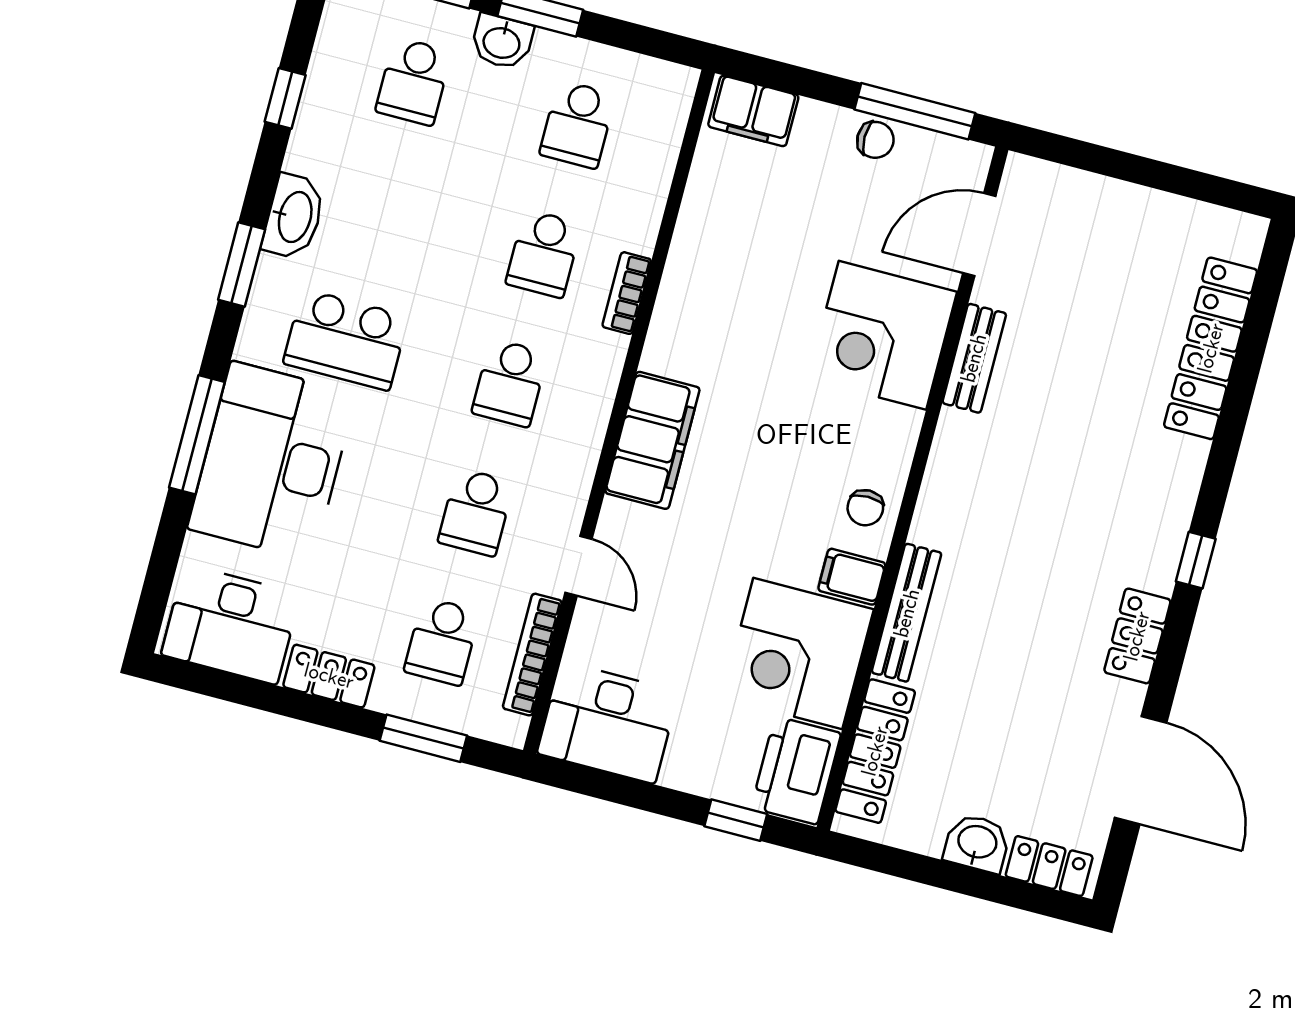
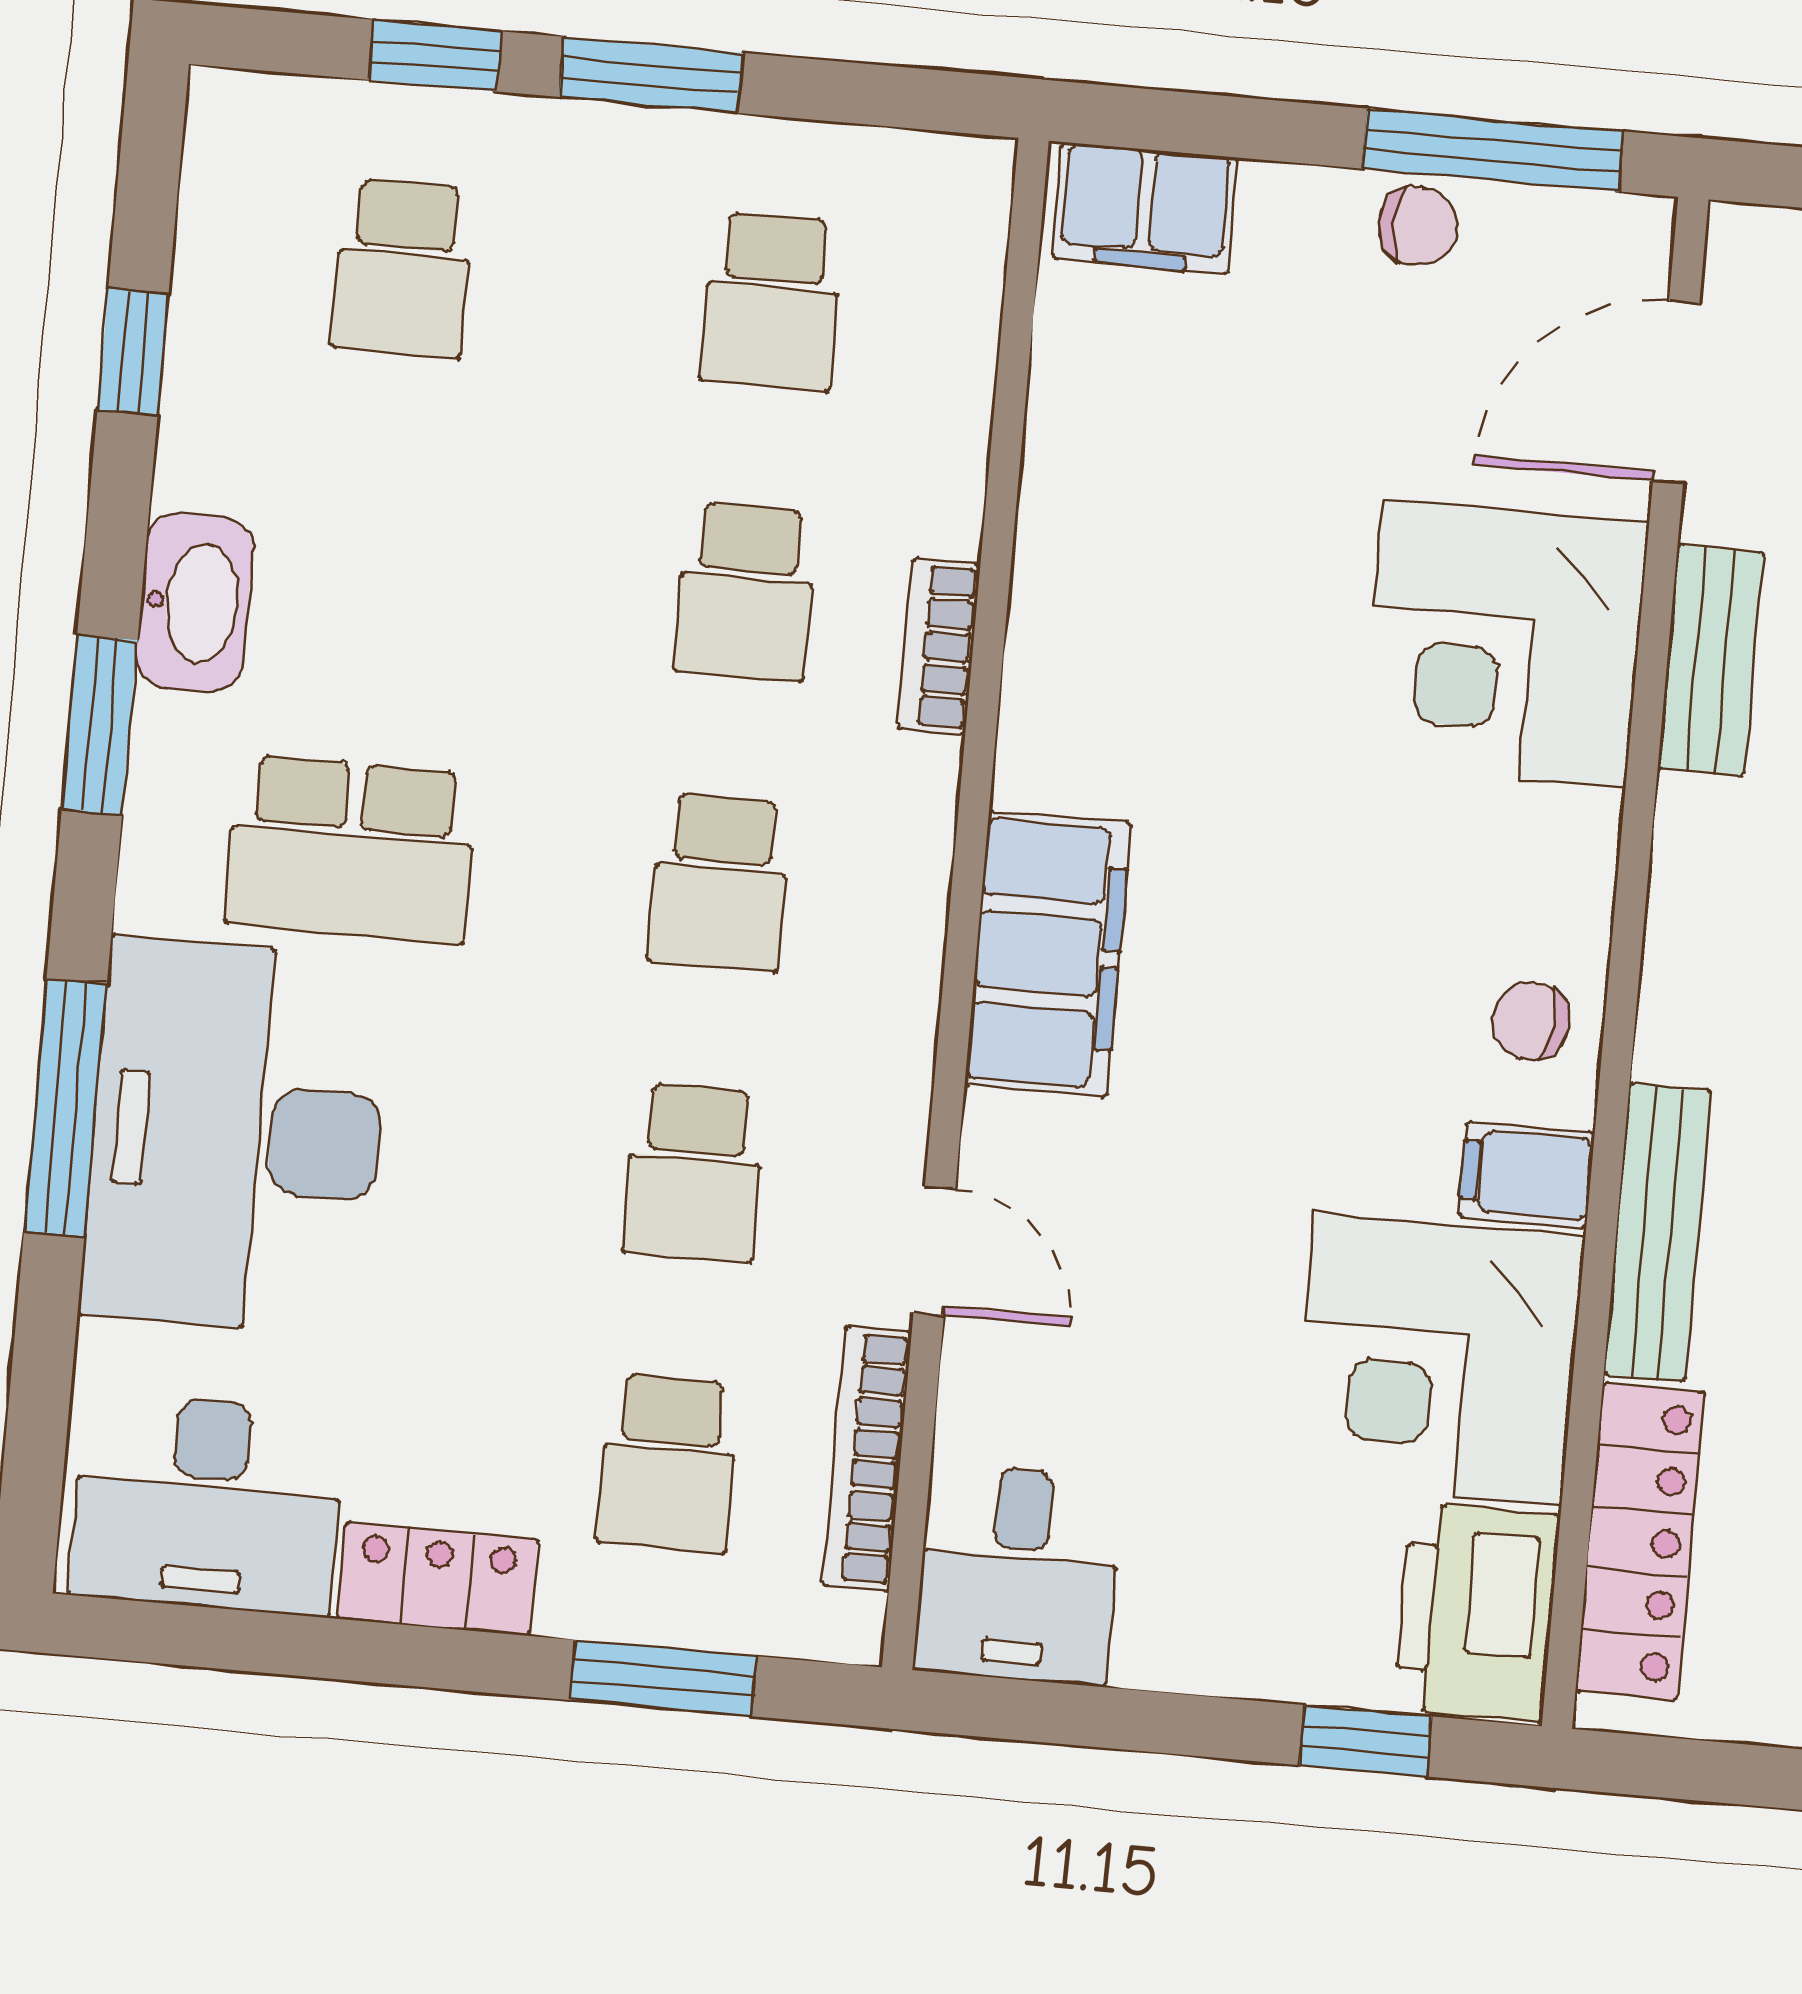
washbasin: (502, 42) -> (579, 151), removed
chair: (865, 508) -> (1530, 1021), turned 97
desk: (608, 723) -> (1018, 1574), width x0.73

